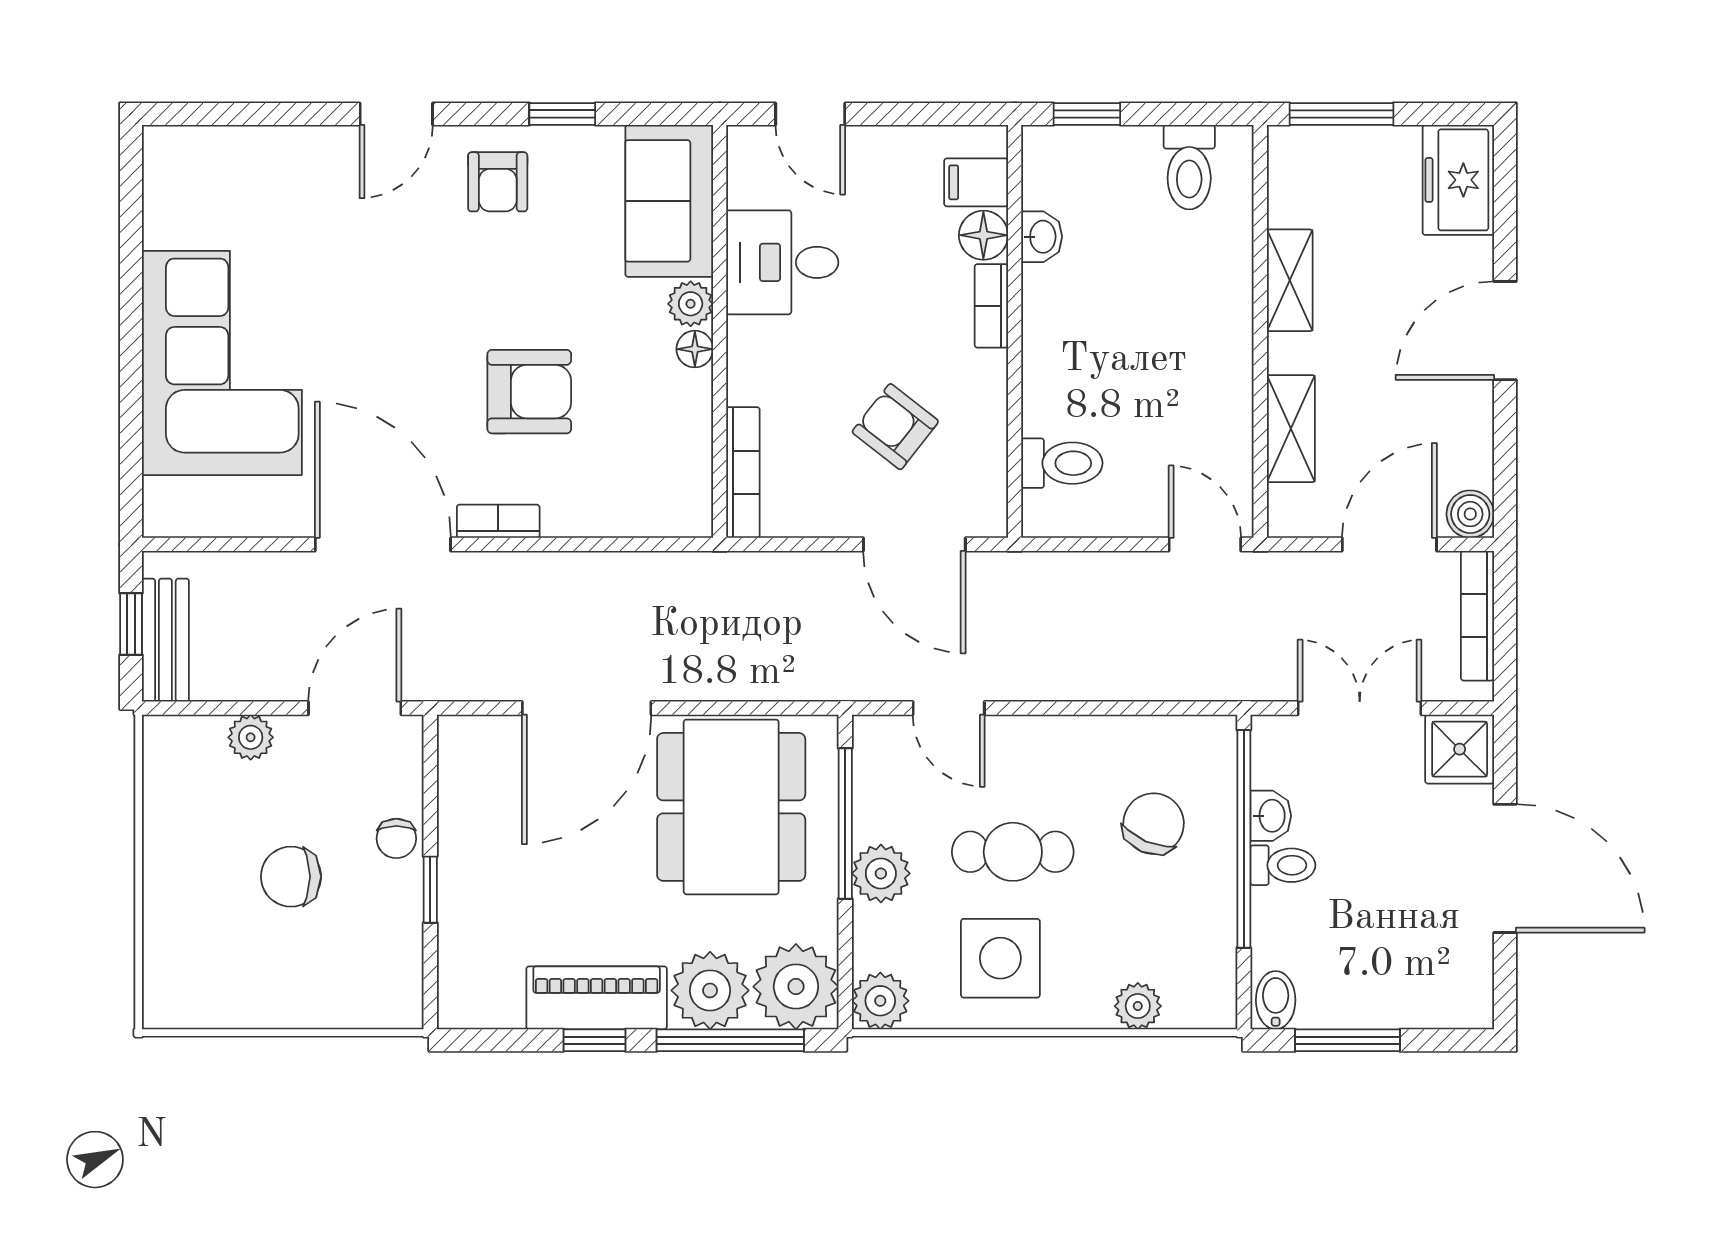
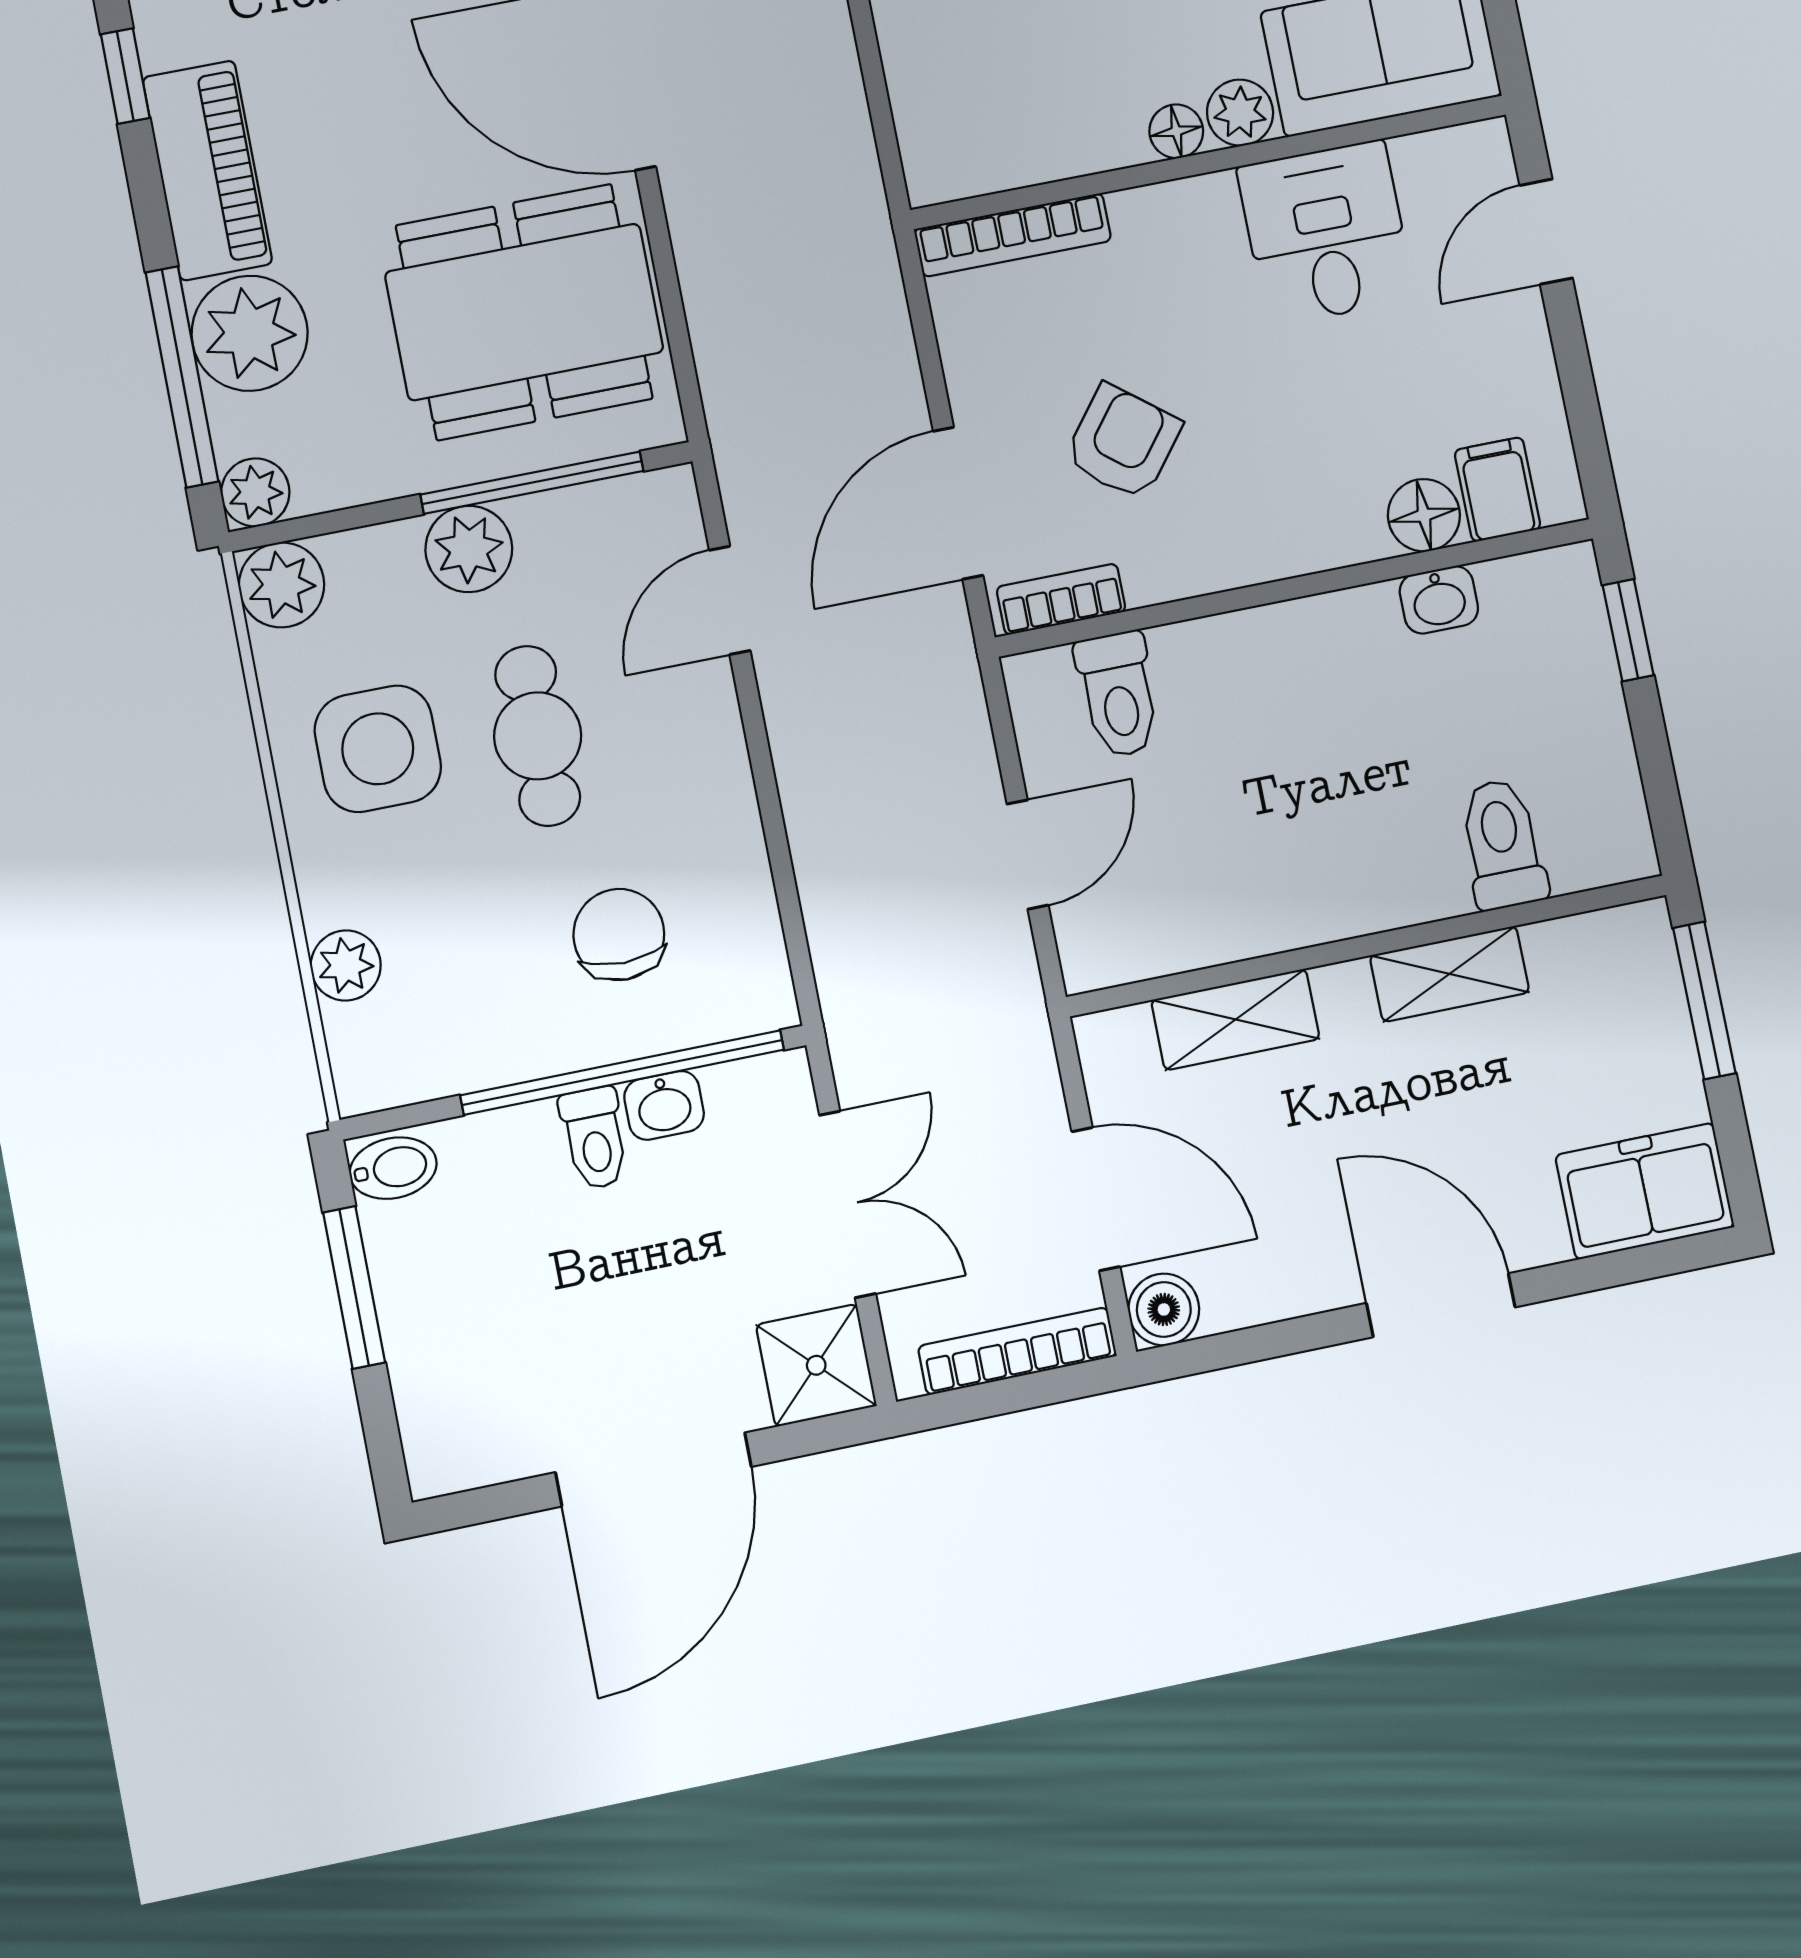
toilet: (1189, 167) -> (1502, 844), moved, turned 90
bookcase: (991, 306) -> (1061, 599), moved
door: (1205, 544) -> (1028, 855), moved
chair: (1153, 824) -> (619, 935), turned -113
plant: (796, 987) -> (255, 492), width x0.53, depth x0.53
window: (594, 1040) -> (125, 76), moved

